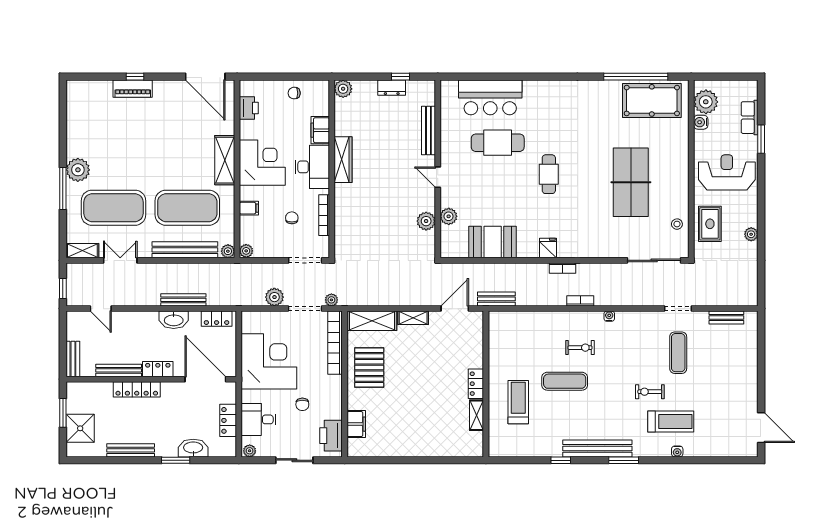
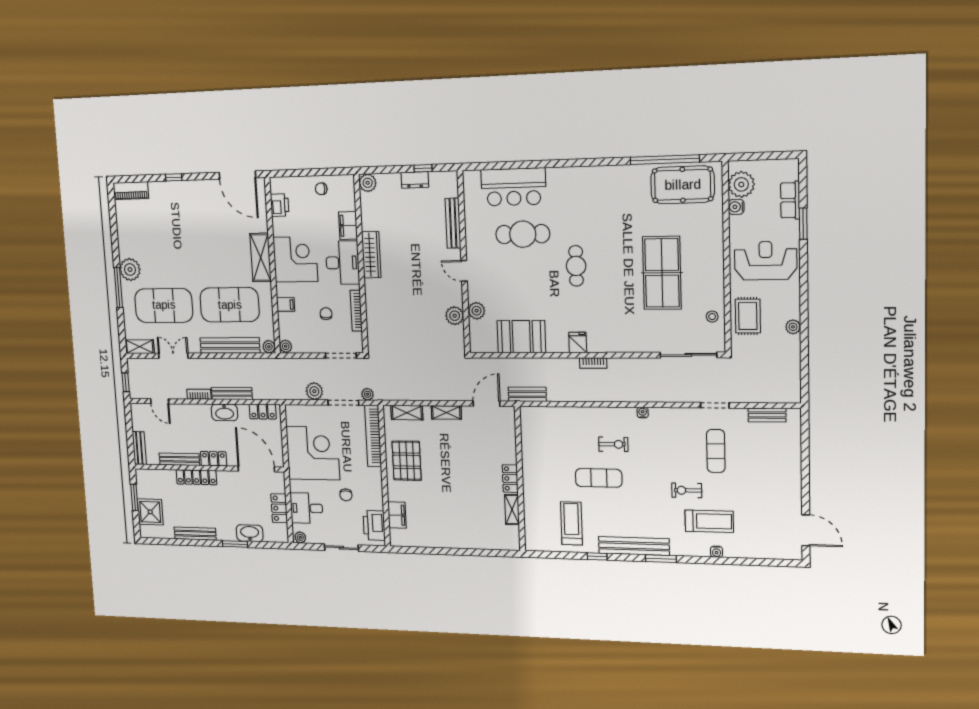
piano: (133, 89) -> (131, 191), moved
bookcase: (580, 301) -> (199, 394), moved
shelving: (372, 321) -> (407, 413), width x0.67, depth x0.75
treadmill: (518, 402) -> (571, 523), moved

